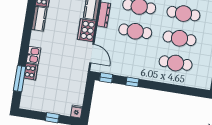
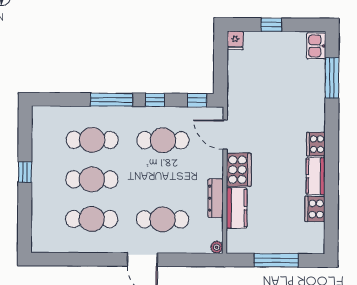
cafe table: (135, 31) -> (163, 140), moved
kitchen sink: (34, 55) -> (316, 46), moved
cooker: (31, 72) -> (316, 144), moved
window: (159, 86) -> (112, 100), added

